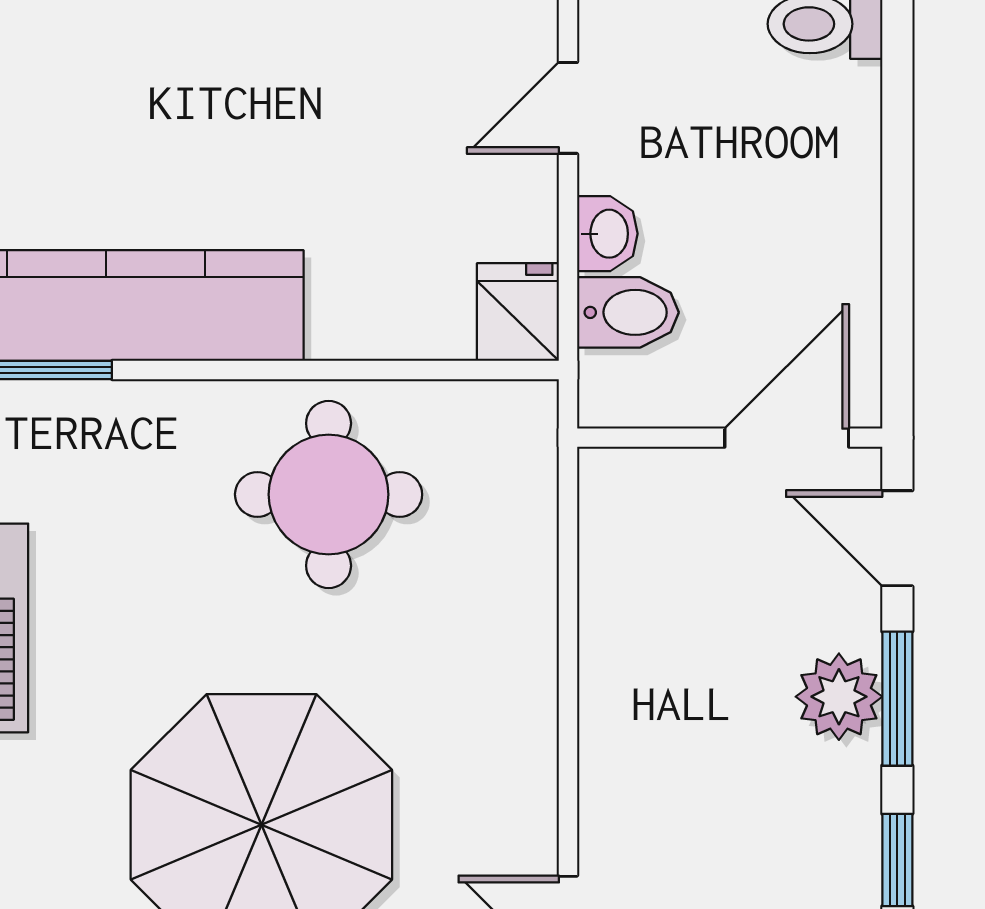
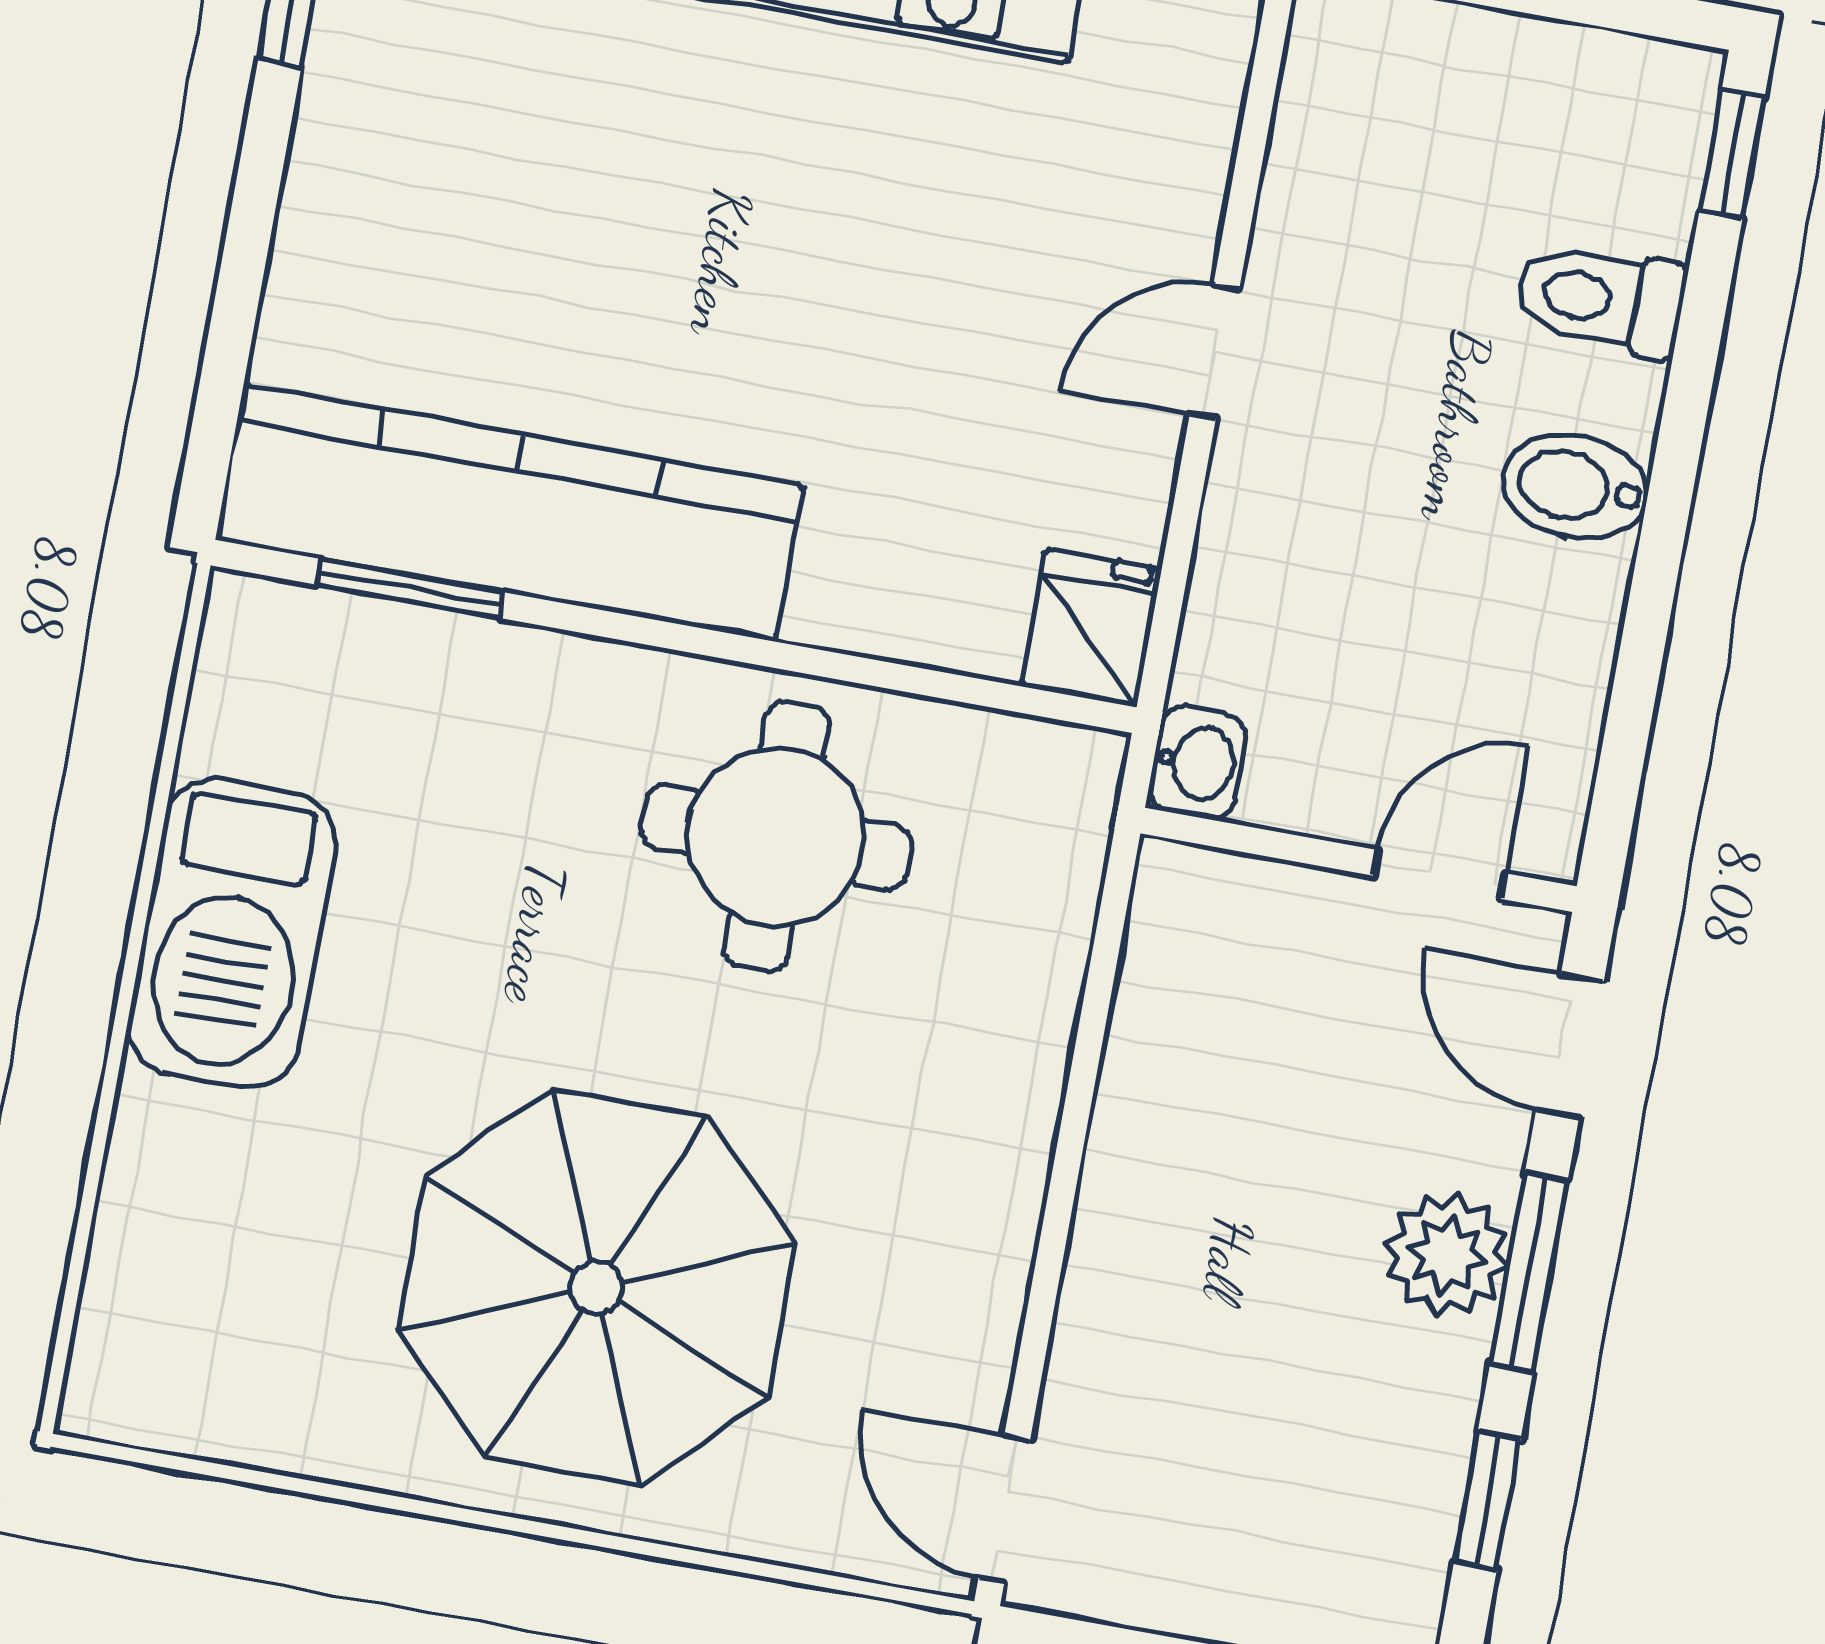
washbasin: (607, 234) -> (1197, 763), moved
bidet: (628, 312) -> (1575, 486), moved, turned 180
door: (787, 438) -> (1439, 875), width x0.73

